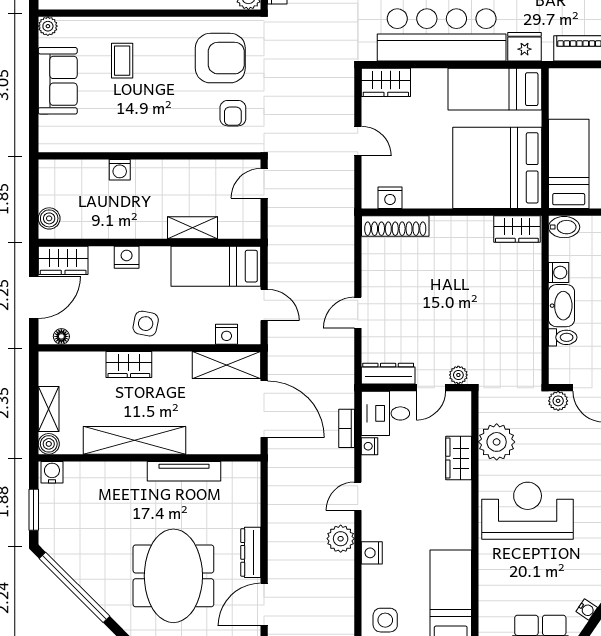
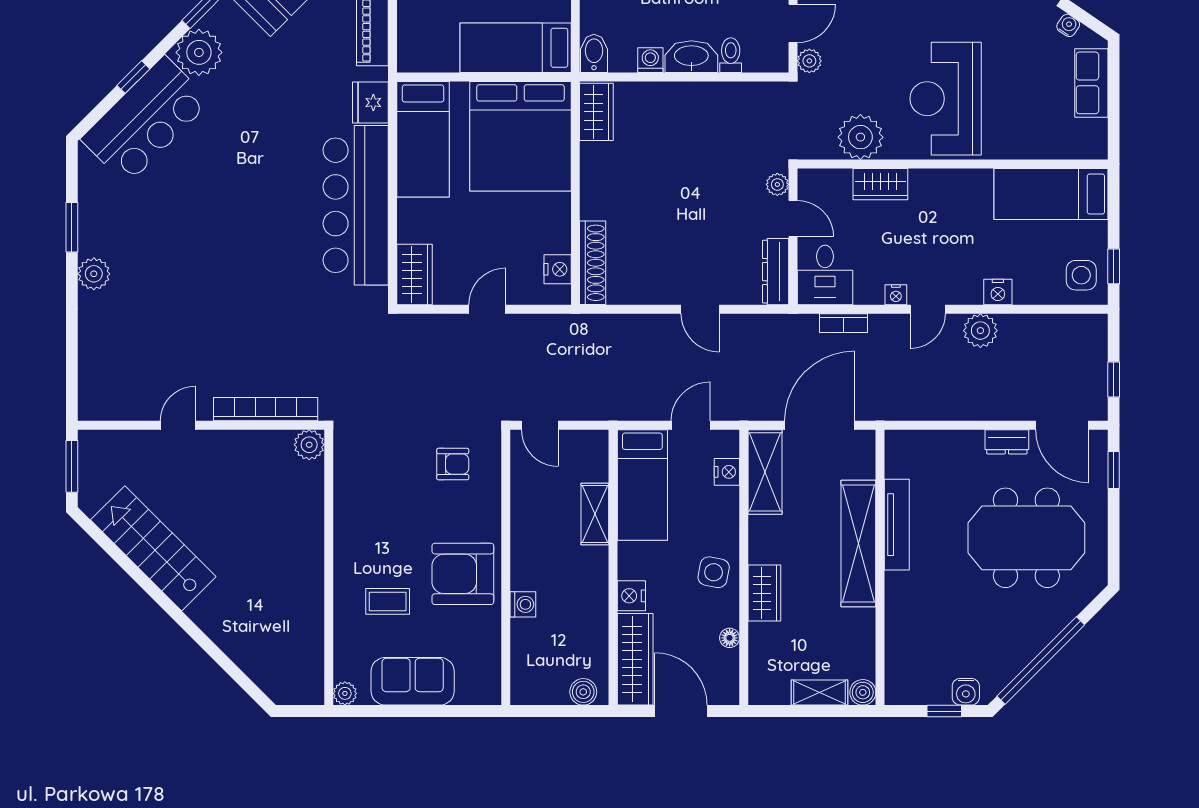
armchair: (220, 58) -> (463, 574), moved, turned -90
wardrobe: (63, 260) -> (635, 659), width x1.50
floor lamp: (61, 336) -> (730, 638), moved
shelving: (134, 440) -> (858, 544), moved
nightstand: (369, 446) -> (896, 295), moved
water cooler: (52, 472) -> (966, 692), moved, turned -90
door: (358, 496) -> (928, 309), hinge flipped
window: (34, 510) -> (944, 711), width x0.67
dresser: (251, 552) -> (1007, 442), width x0.70

